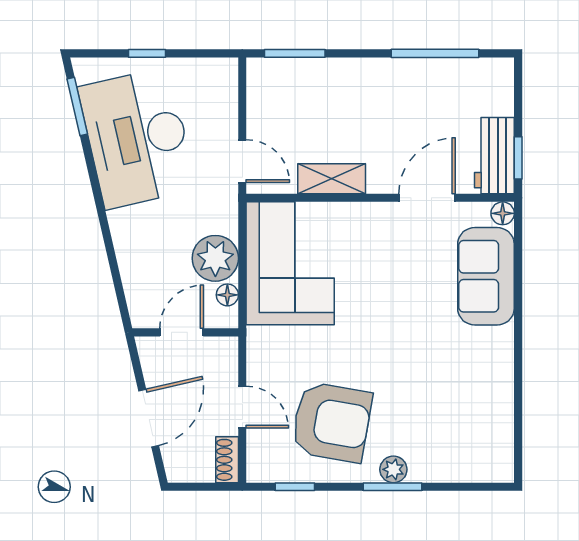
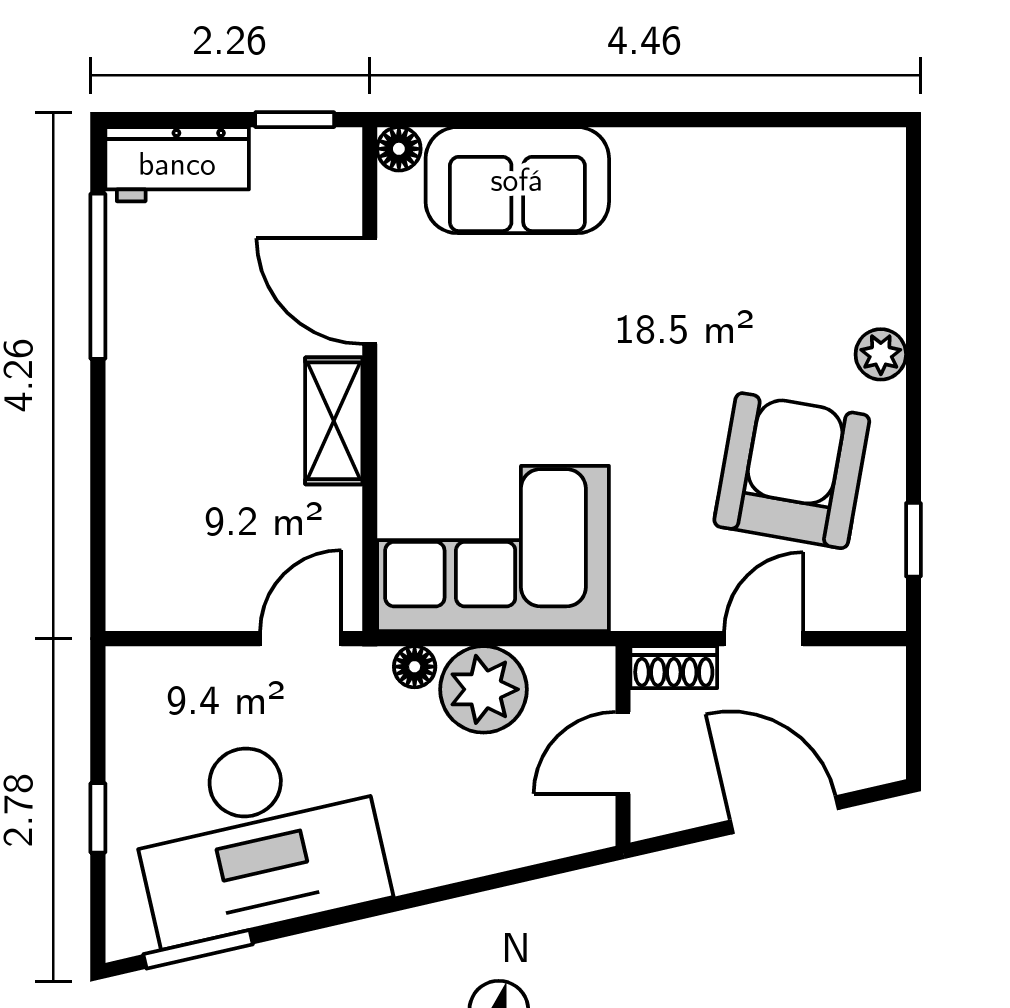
window: (295, 53) -> (98, 540), removed
workbench: (494, 156) -> (177, 164), moved
shelving: (332, 179) -> (334, 421), moved
floor lamp: (227, 295) -> (415, 667), moved
door: (182, 332) -> (623, 753), hinge flipped
shoe rack: (227, 460) -> (674, 667), moved
window: (393, 487) -> (913, 356), removed

